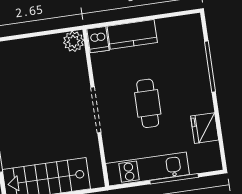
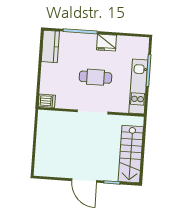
kitchen counter: (132, 34) -> (50, 46), moved
plant: (74, 41) -> (45, 117), removed
fridge: (205, 128) -> (107, 43), moved

